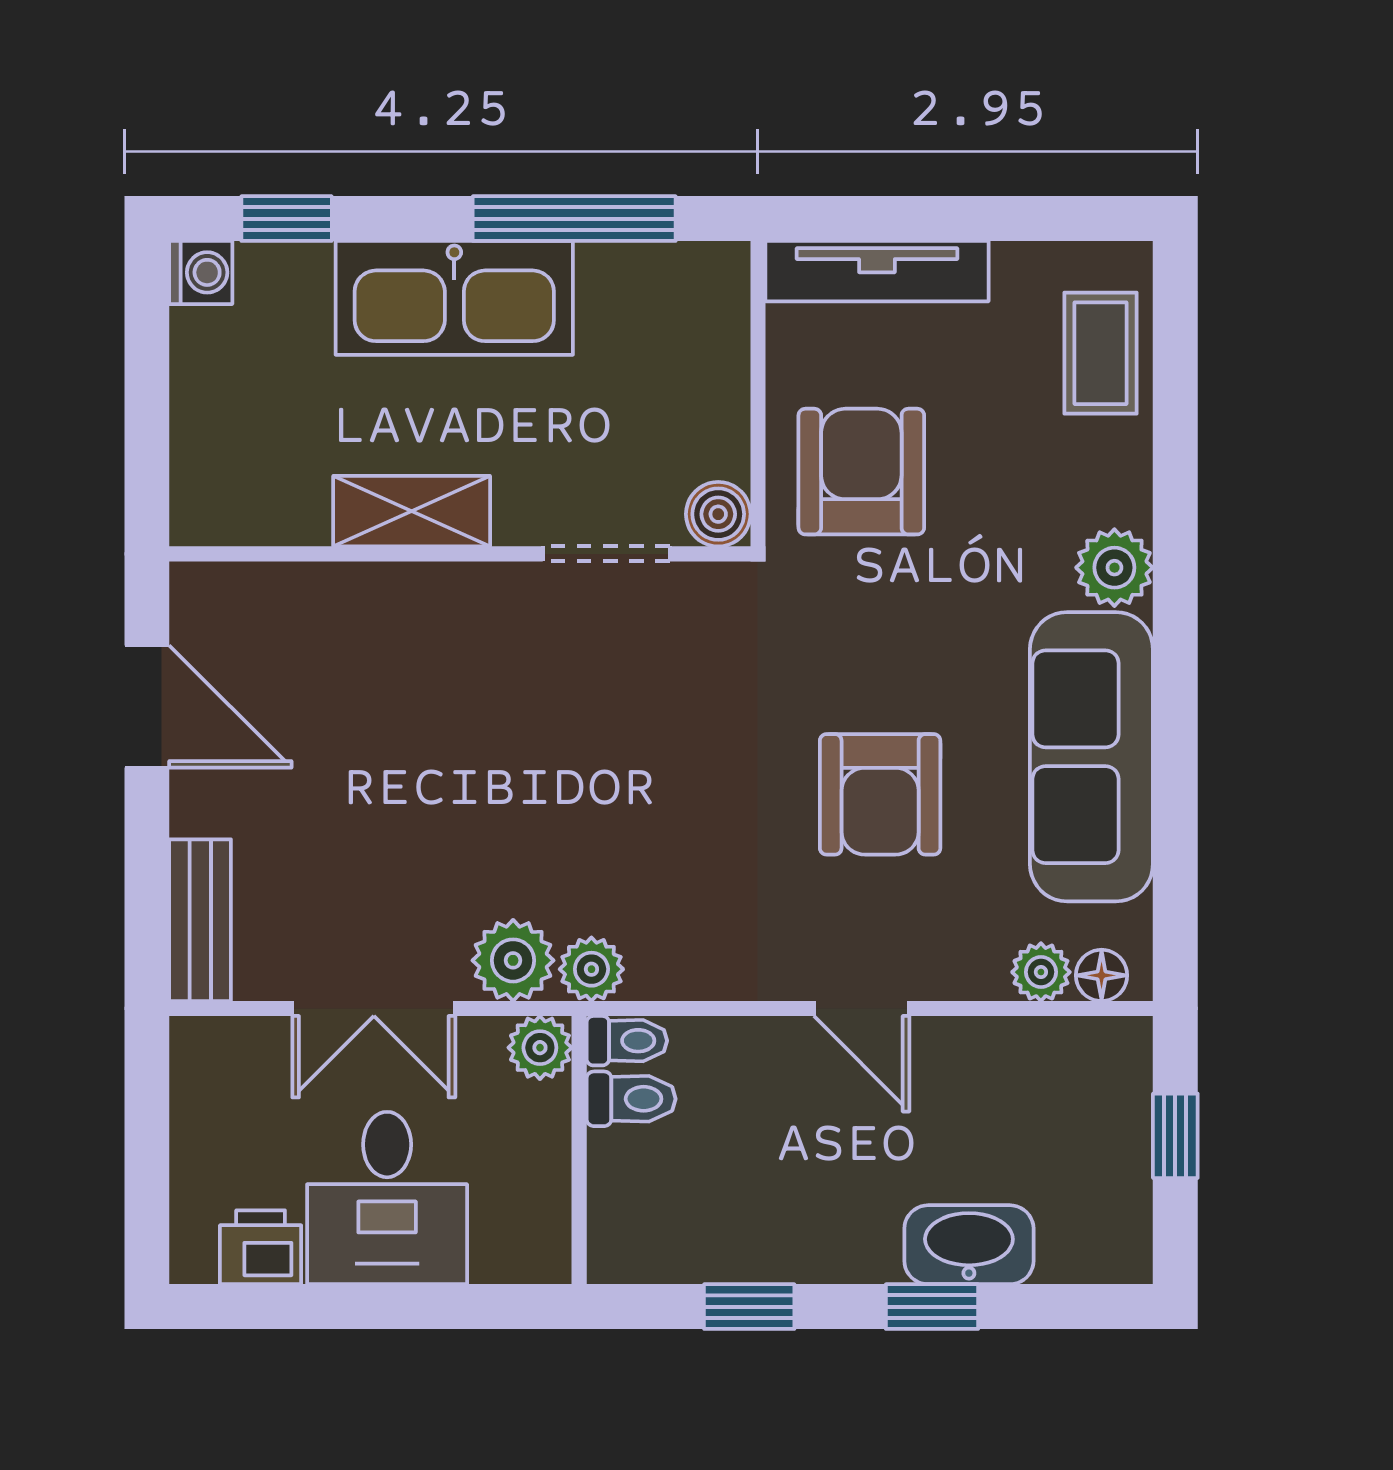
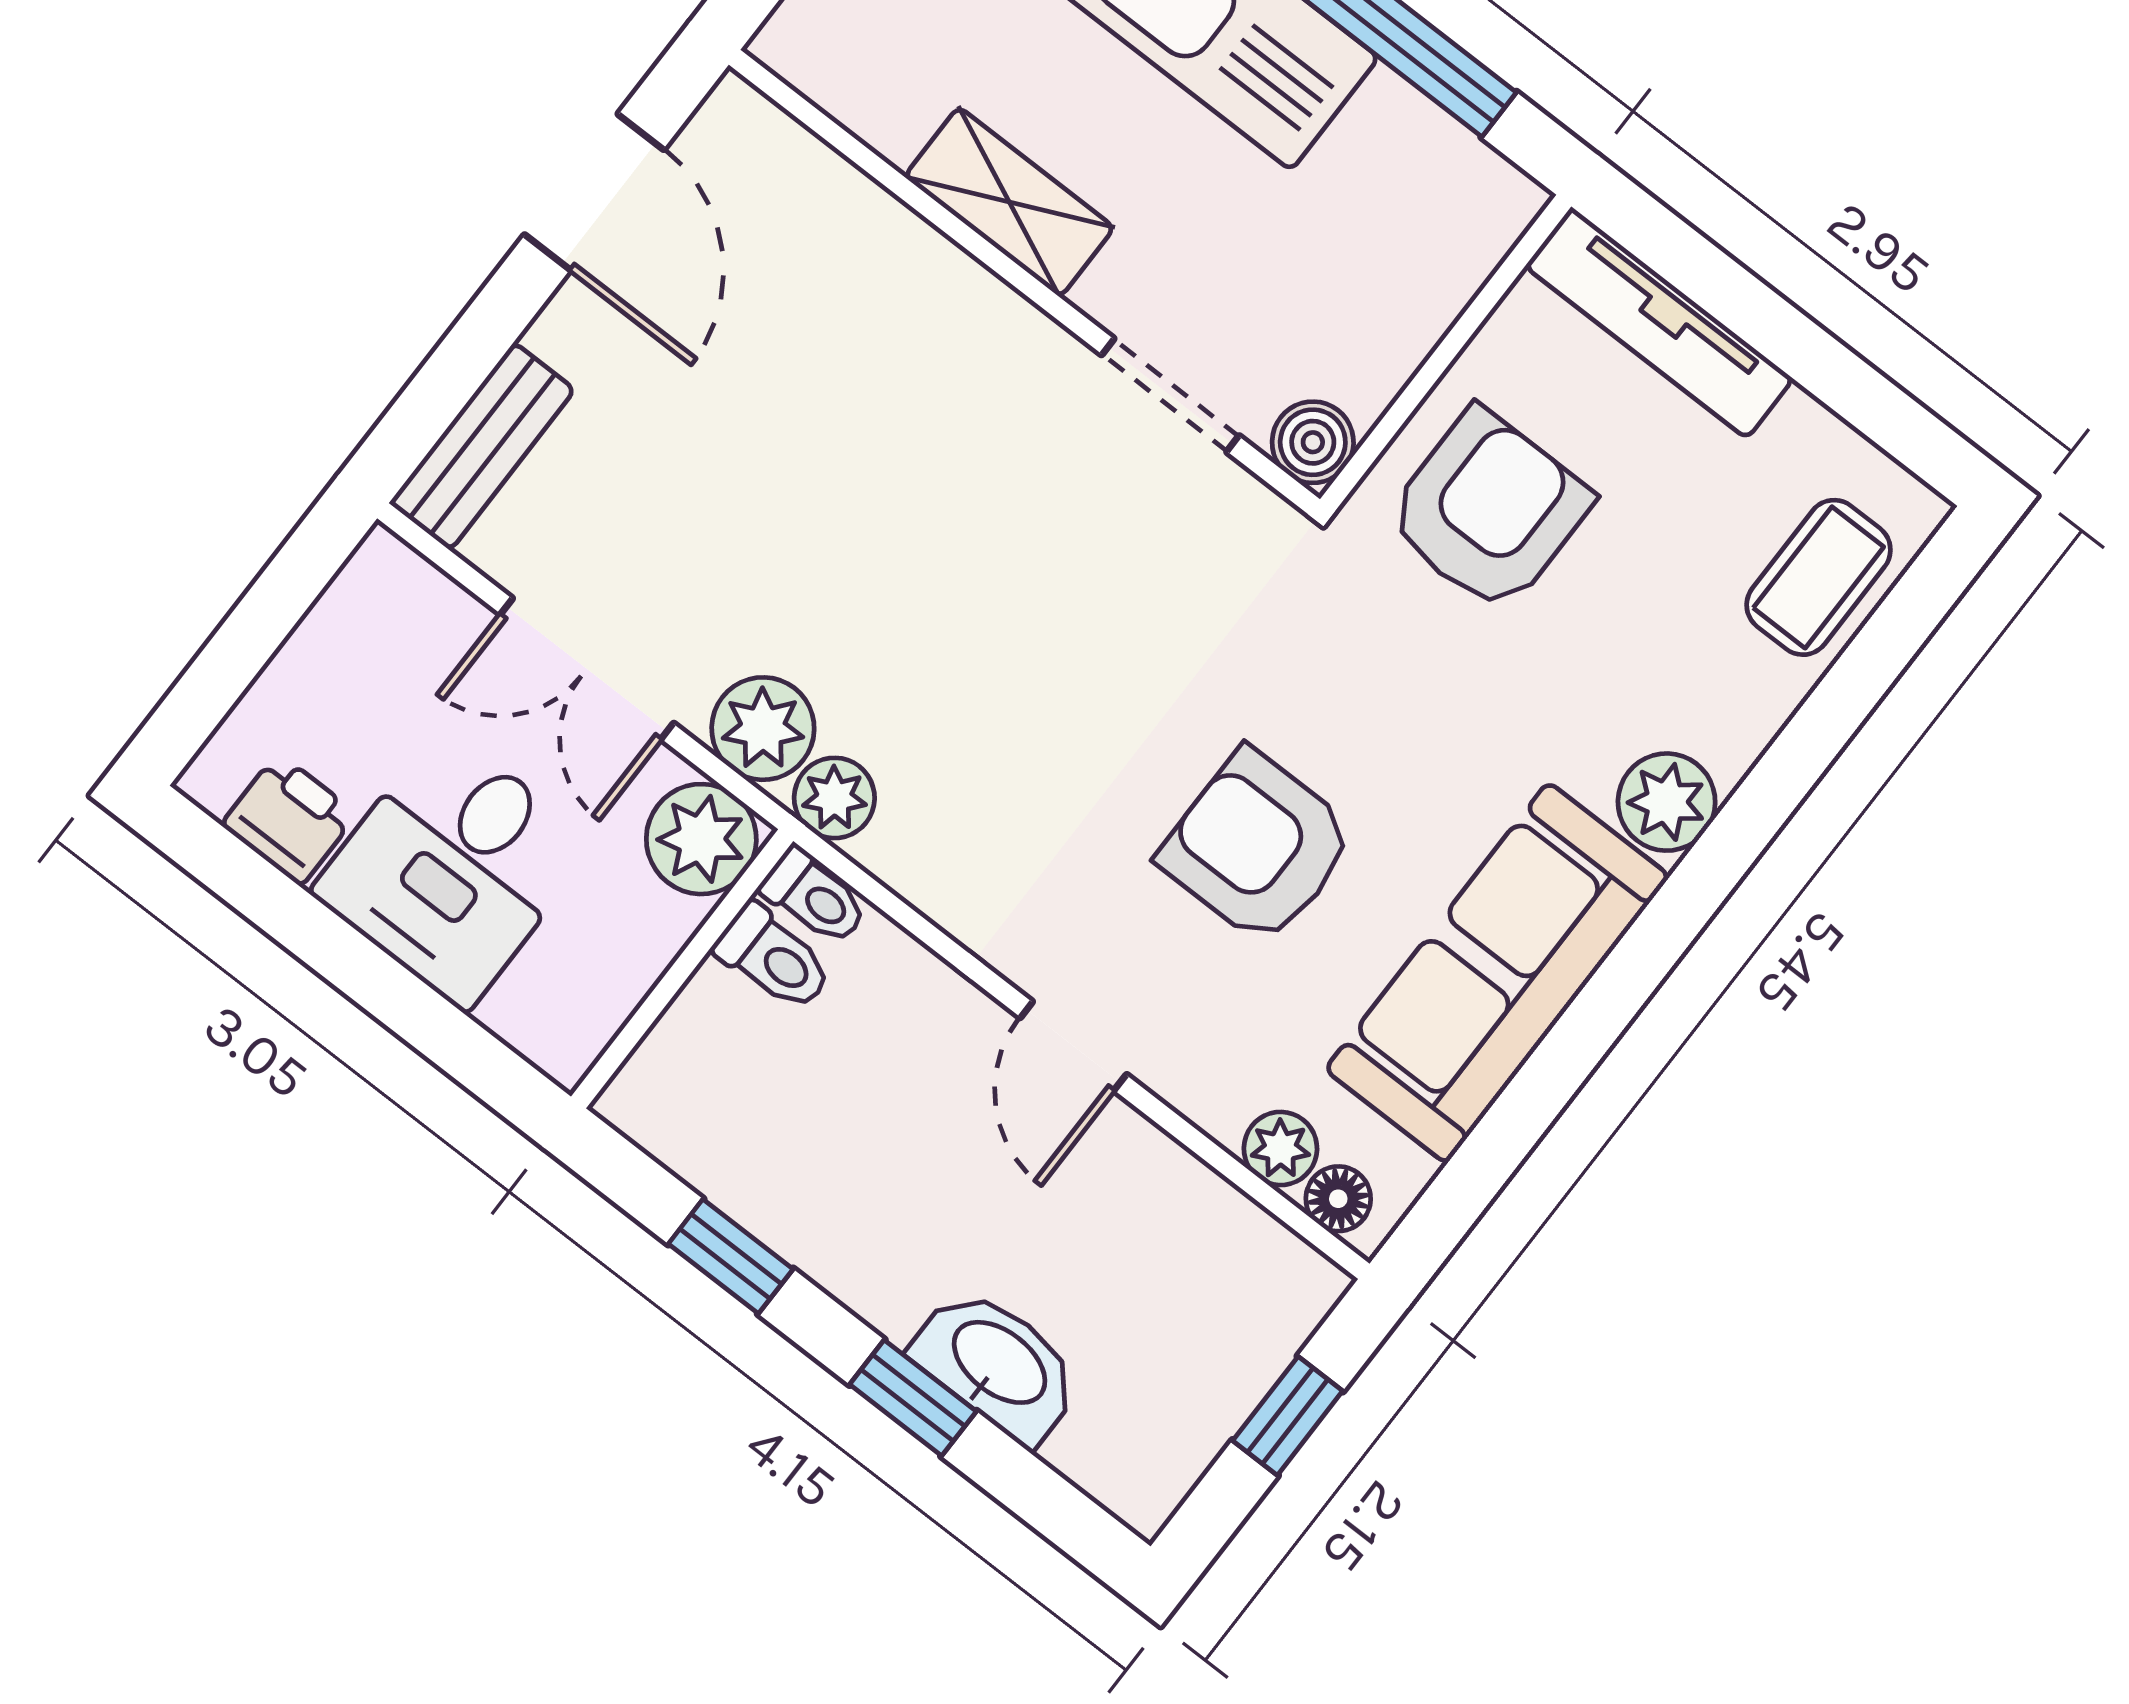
armchair: (880, 794) -> (1257, 847), turned 90
plant: (540, 1048) -> (701, 839), width x1.38, depth x1.38

